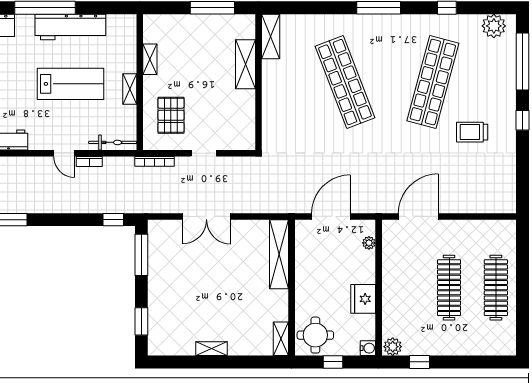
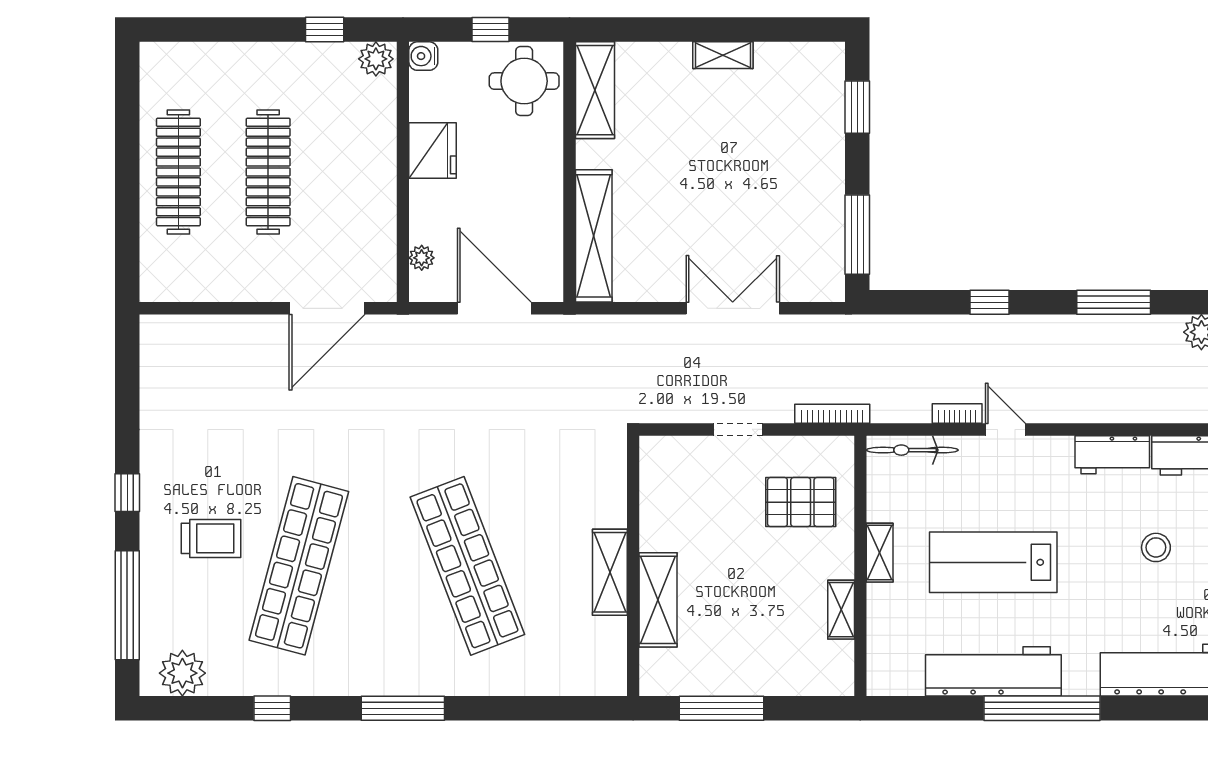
shelving: (271, 36) -> (610, 572), moved
pallet: (171, 115) -> (801, 502), turned 90
trolley: (472, 132) -> (211, 538), moved
door: (331, 216) -> (494, 308), swing flipped
window: (113, 220) -> (990, 302), moved
shelving: (281, 339) -> (595, 90), width x1.50, depth x1.33

